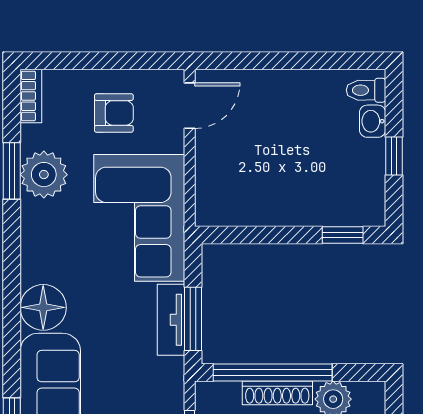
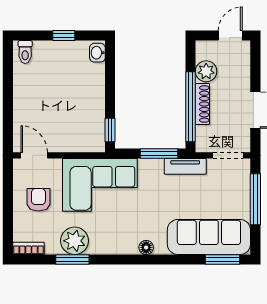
washbasin: (373, 121) -> (97, 53), moved, turned 90
window: (343, 235) -> (110, 130), moved
floor lamp: (43, 307) -> (146, 247), width x0.53, depth x0.53
tv unit: (171, 320) -> (185, 166), moved

